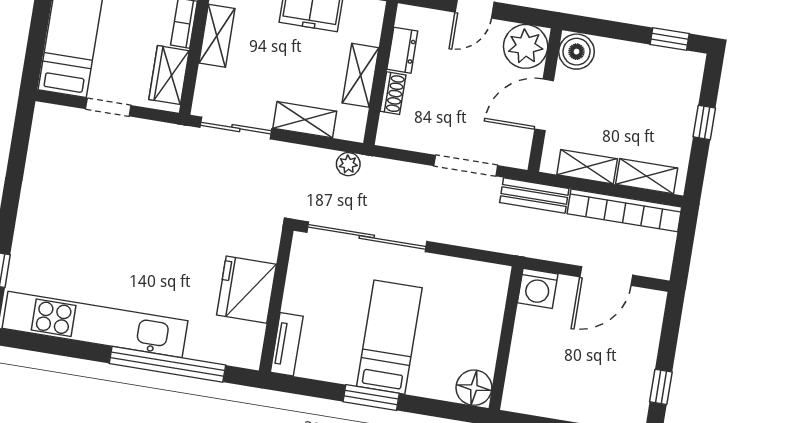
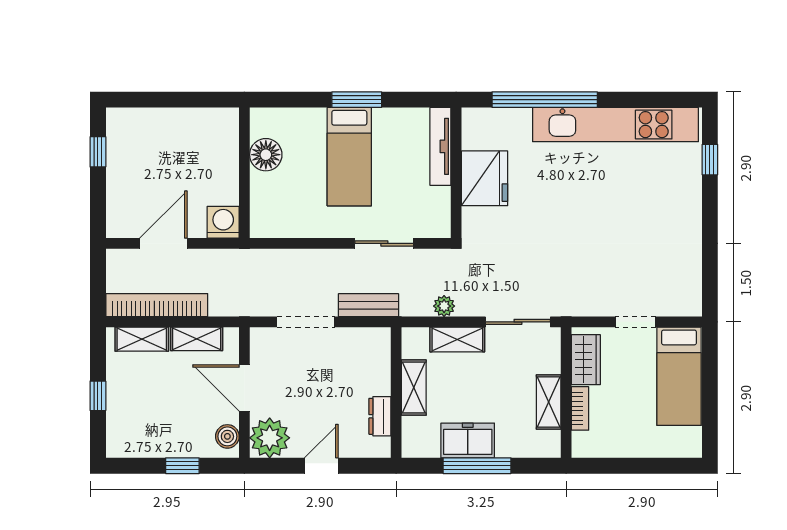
window: (670, 39) -> (182, 466), moved
boiler: (577, 52) -> (227, 436), width x0.73, depth x0.73
shoe rack: (393, 93) -> (382, 376), removed
door: (544, 105) -> (244, 388), swing flipped
plant: (348, 164) -> (444, 306), moved
bench: (534, 196) -> (369, 305), moved
sliding door: (367, 237) -> (384, 243), width x0.54
tv unit: (287, 344) -> (440, 146), width x1.41
floor lamp: (474, 388) -> (266, 155), moved

